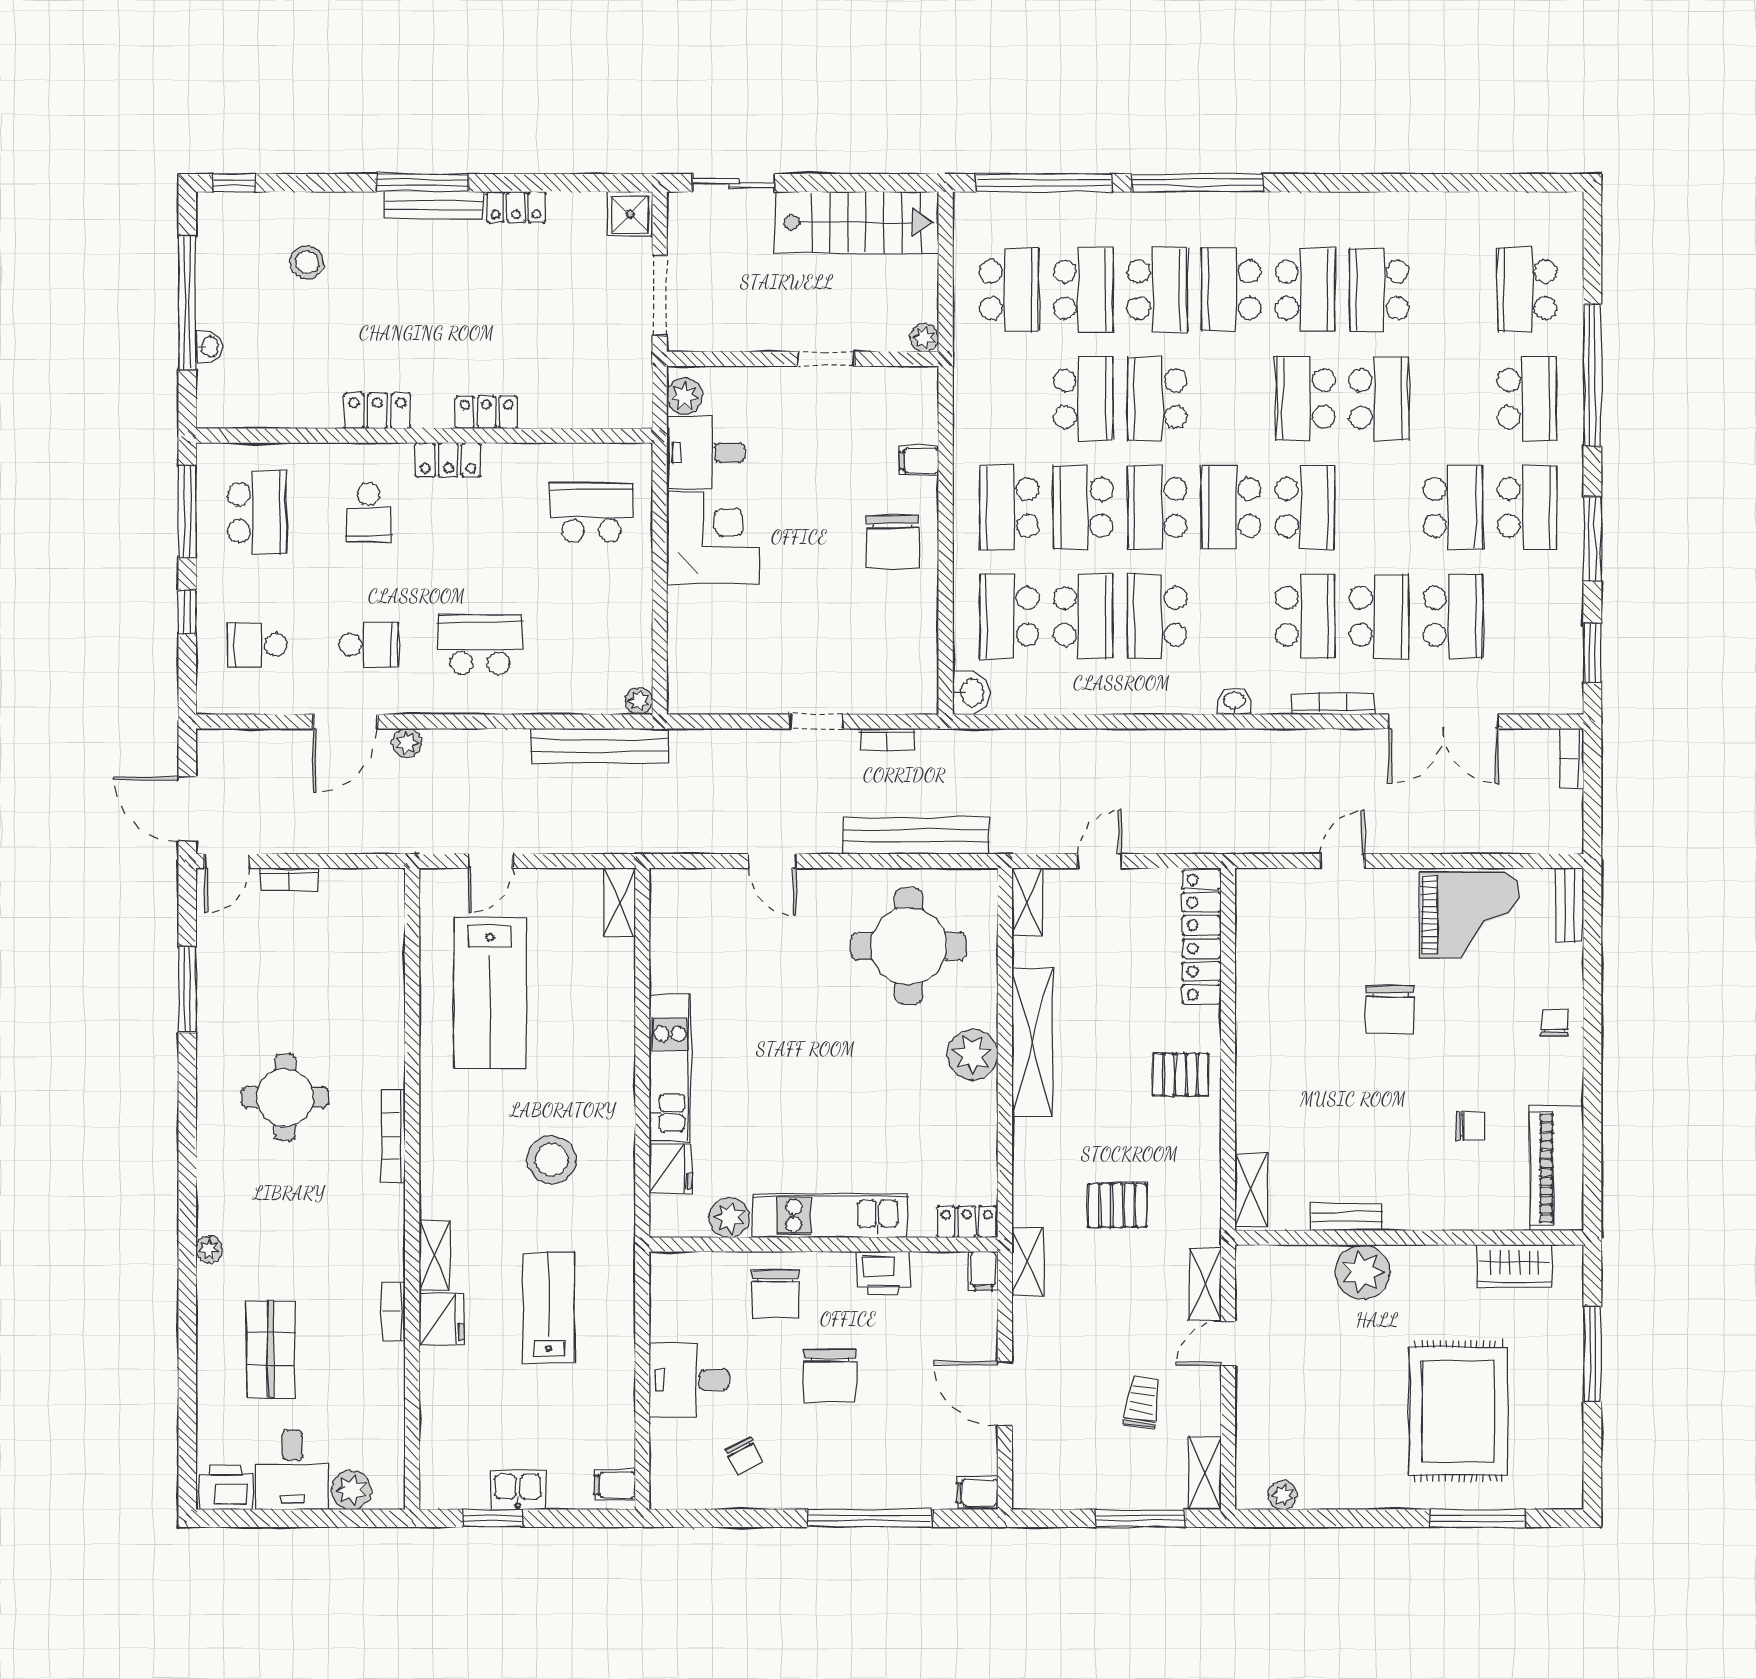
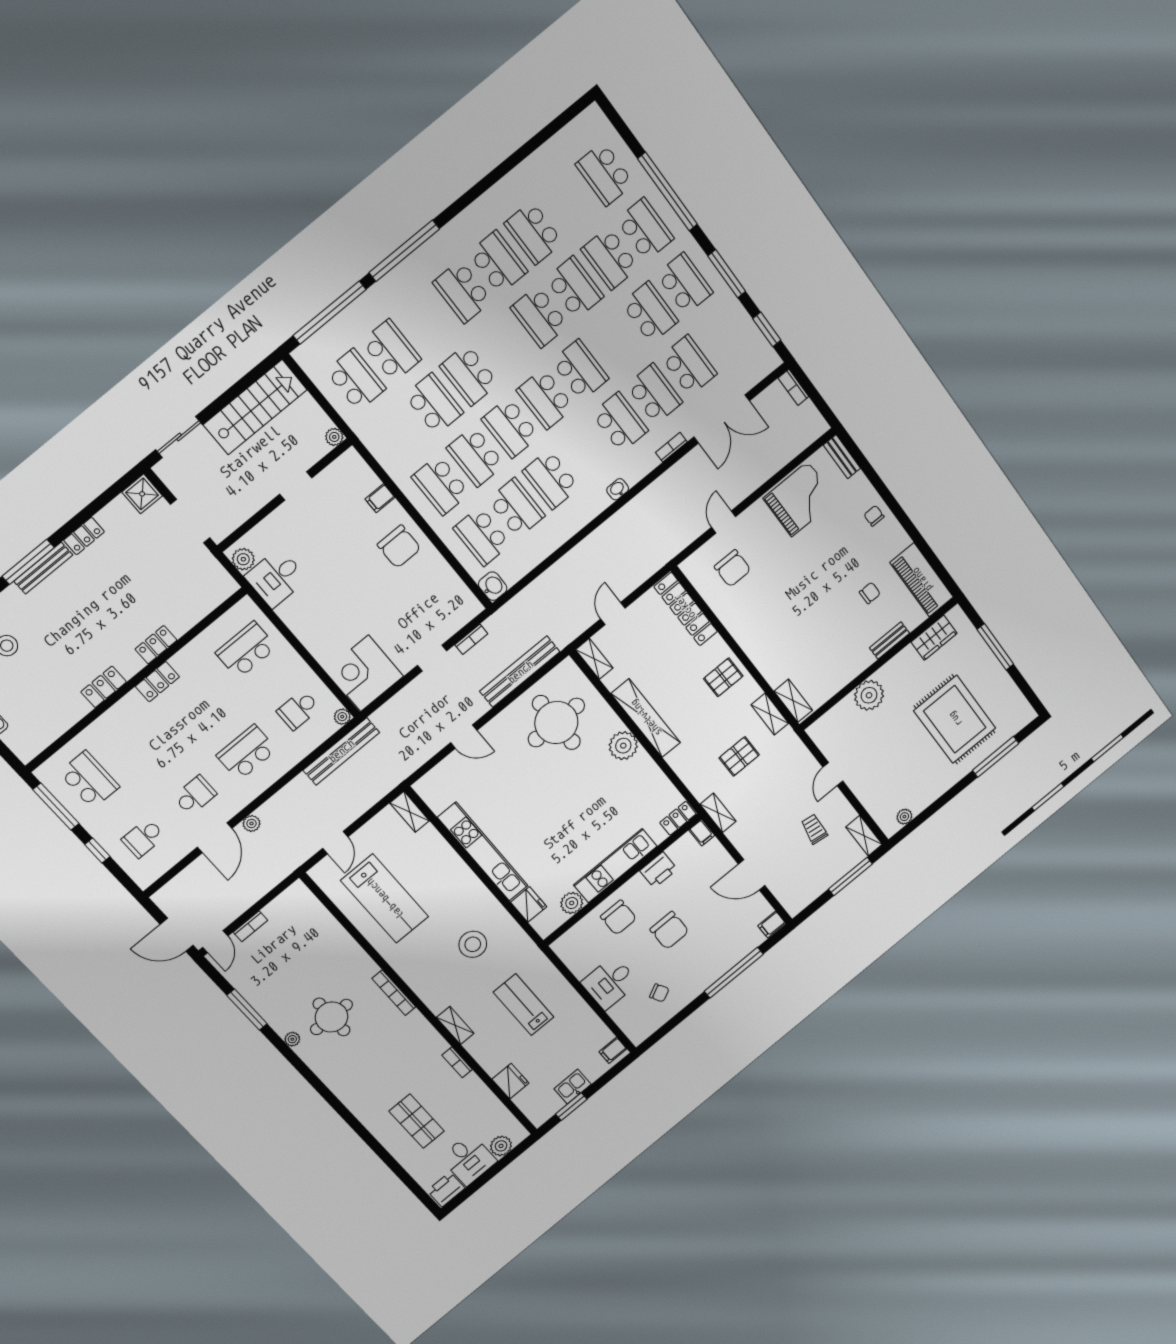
school desk: (1157, 290) -> (610, 258), moved, turned 180
school desk: (369, 512) -> (298, 710), moved, turned 90
corner desk: (713, 538) -> (365, 673), moved, turned -90
bookcase: (1333, 704) -> (671, 447), width x0.64
chair: (1390, 1009) -> (733, 568), moved
kitchen unit: (670, 1068) -> (483, 852), width x1.36
bench: (1346, 1217) -> (889, 640), moved
plant: (209, 1249) -> (292, 1039), moved
shelving: (1205, 1284) -> (770, 714), moved
fridge: (441, 1319) -> (510, 1081), moved

